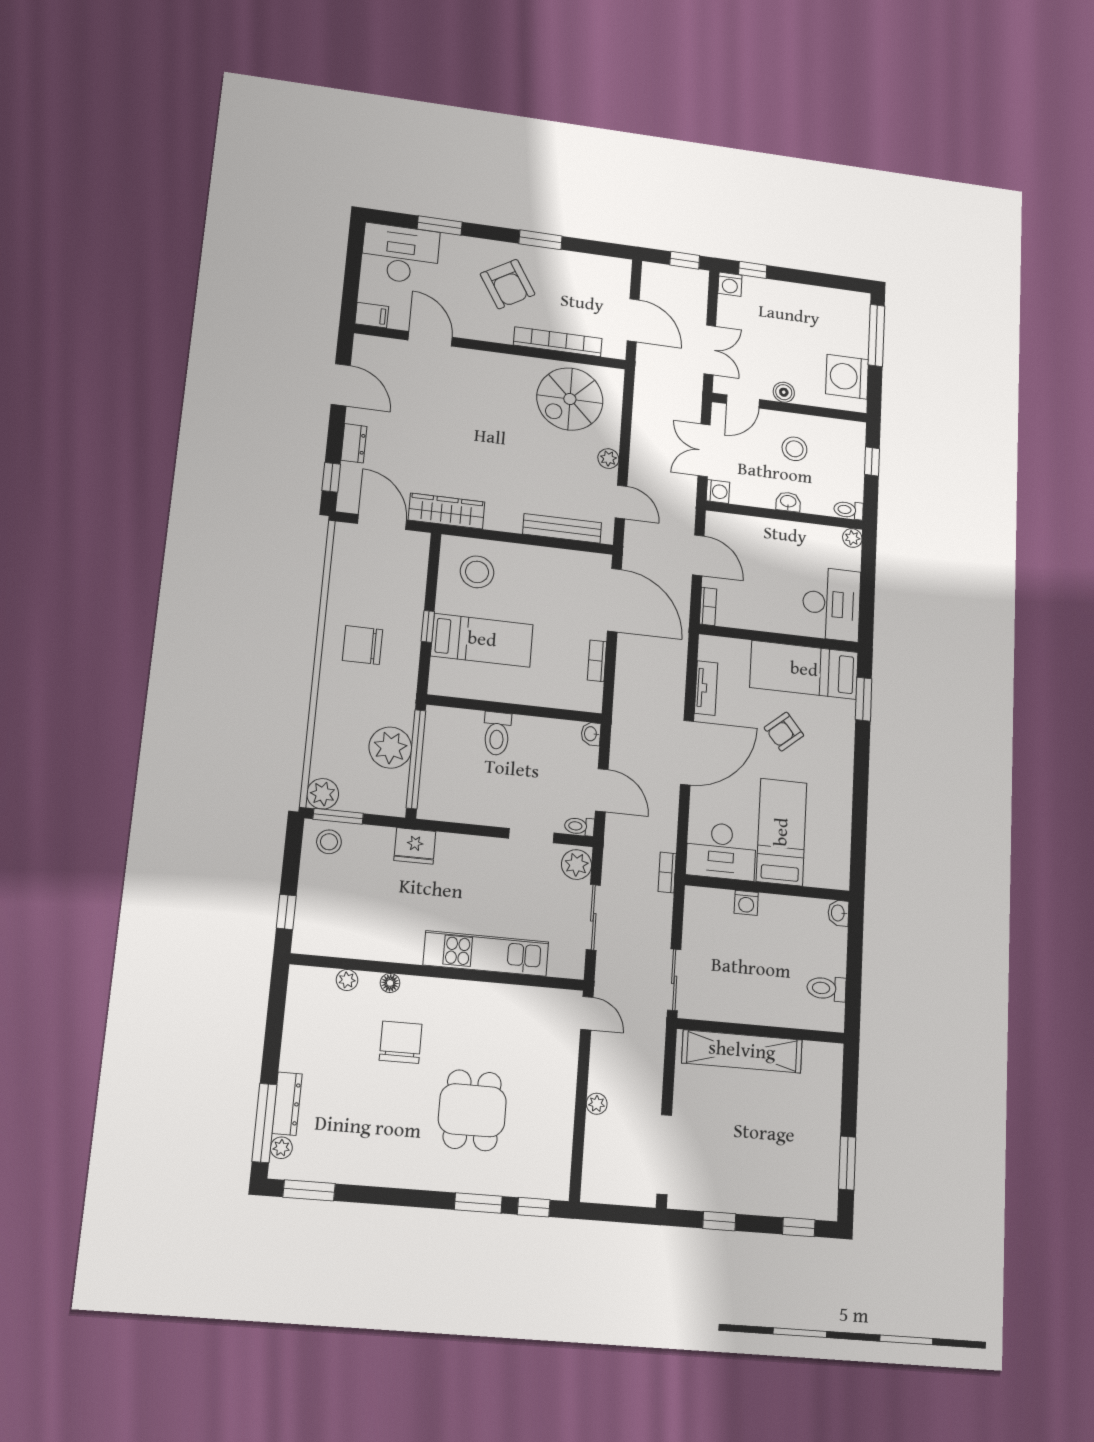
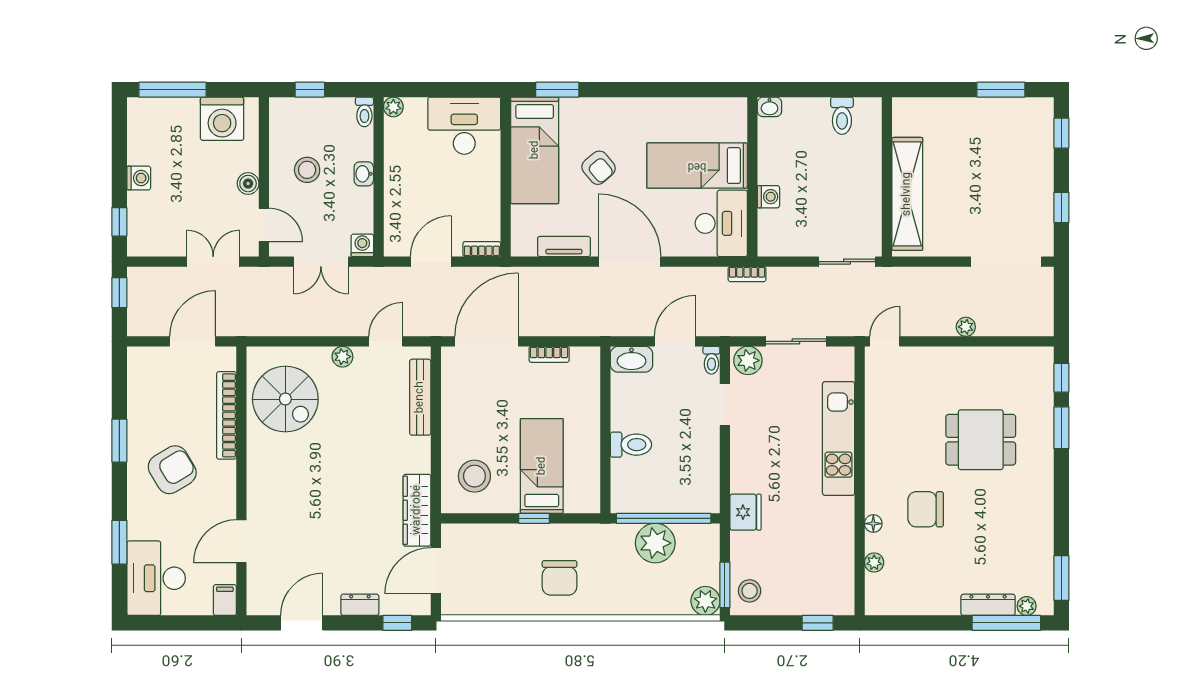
washing machine: (730, 284) -> (139, 178), moved
washbasin: (591, 734) -> (631, 359), width x1.91, depth x1.45

